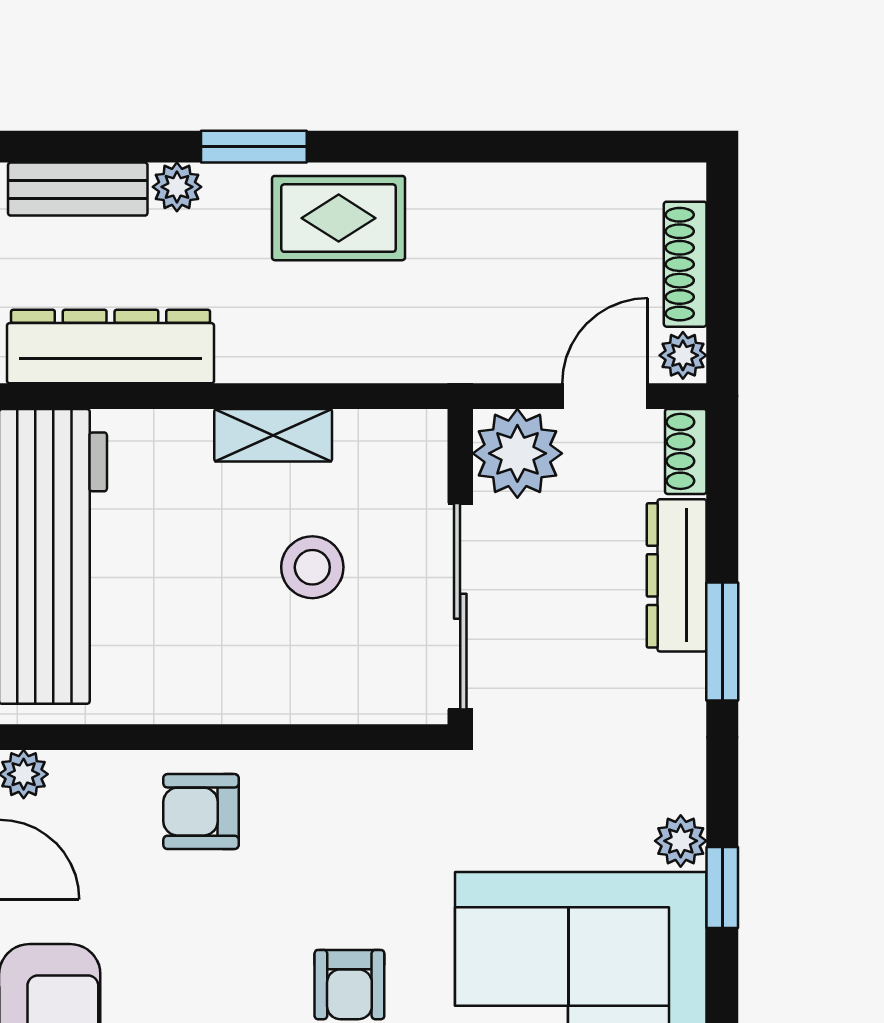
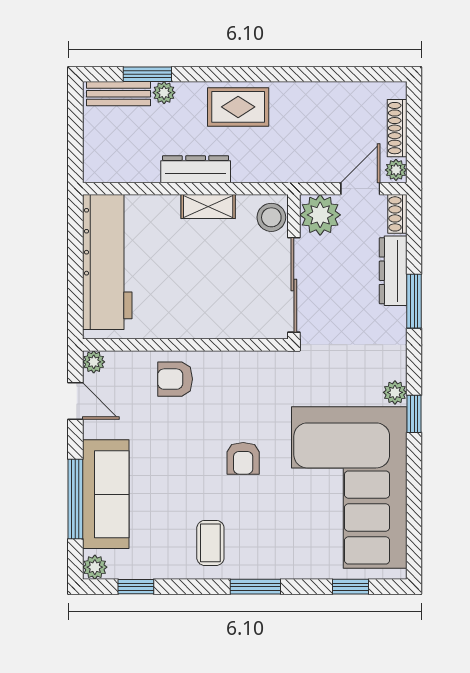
window: (254, 147) -> (147, 74), moved
dresser: (111, 347) -> (196, 169), moved, width x0.73, depth x0.80
stool: (312, 567) -> (271, 217), moved

